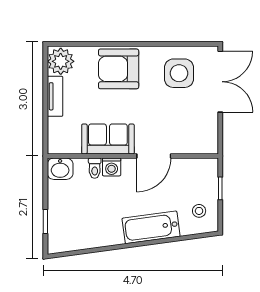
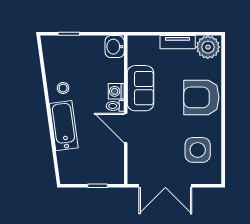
armchair: (119, 69) -> (201, 97), turned -90
double door: (220, 82) -> (165, 186), moved
toilet: (95, 168) -> (115, 106), moved
stool: (199, 211) -> (63, 88), moved

